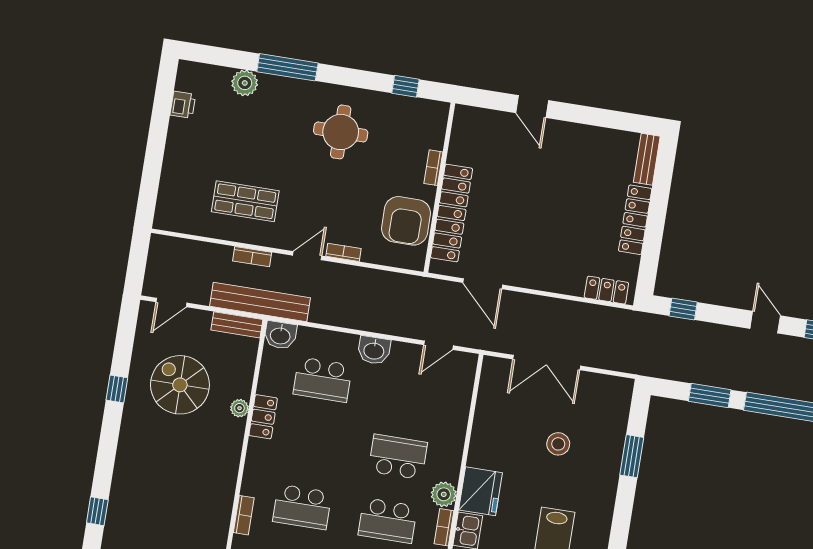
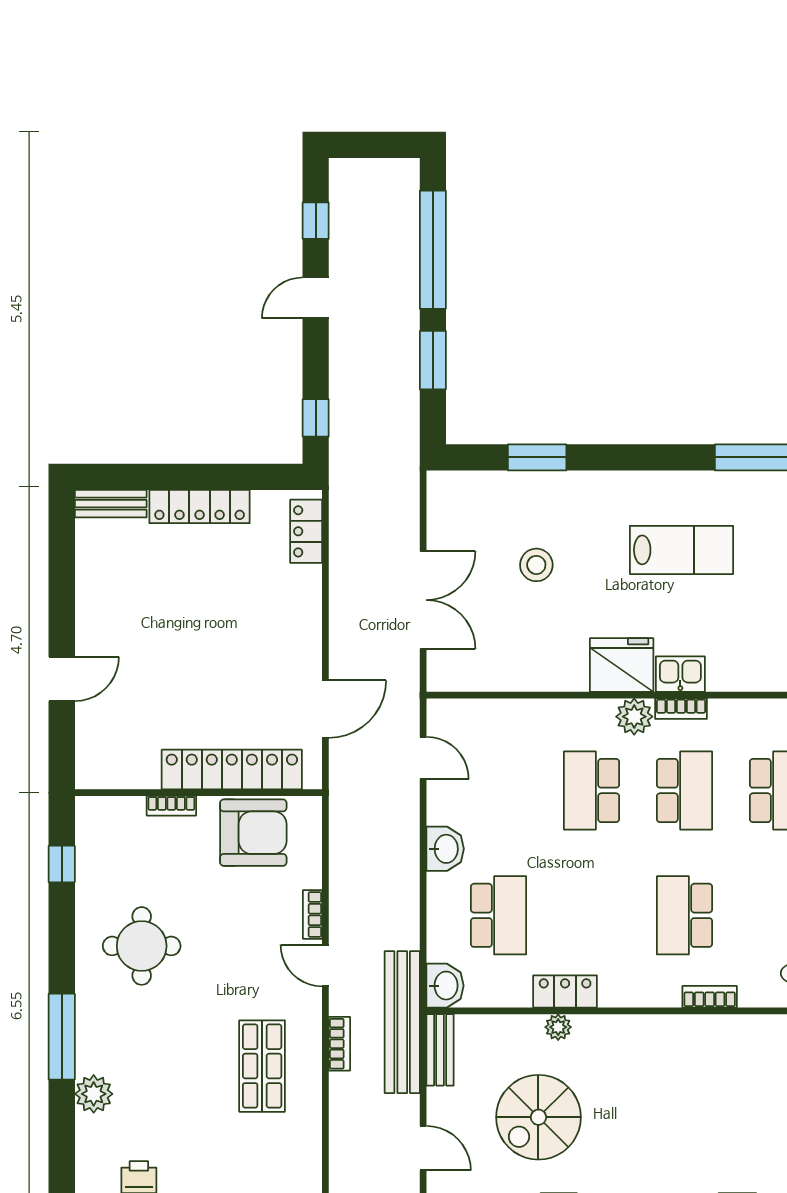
school desk: (302, 507) -> (684, 915), turned 180

